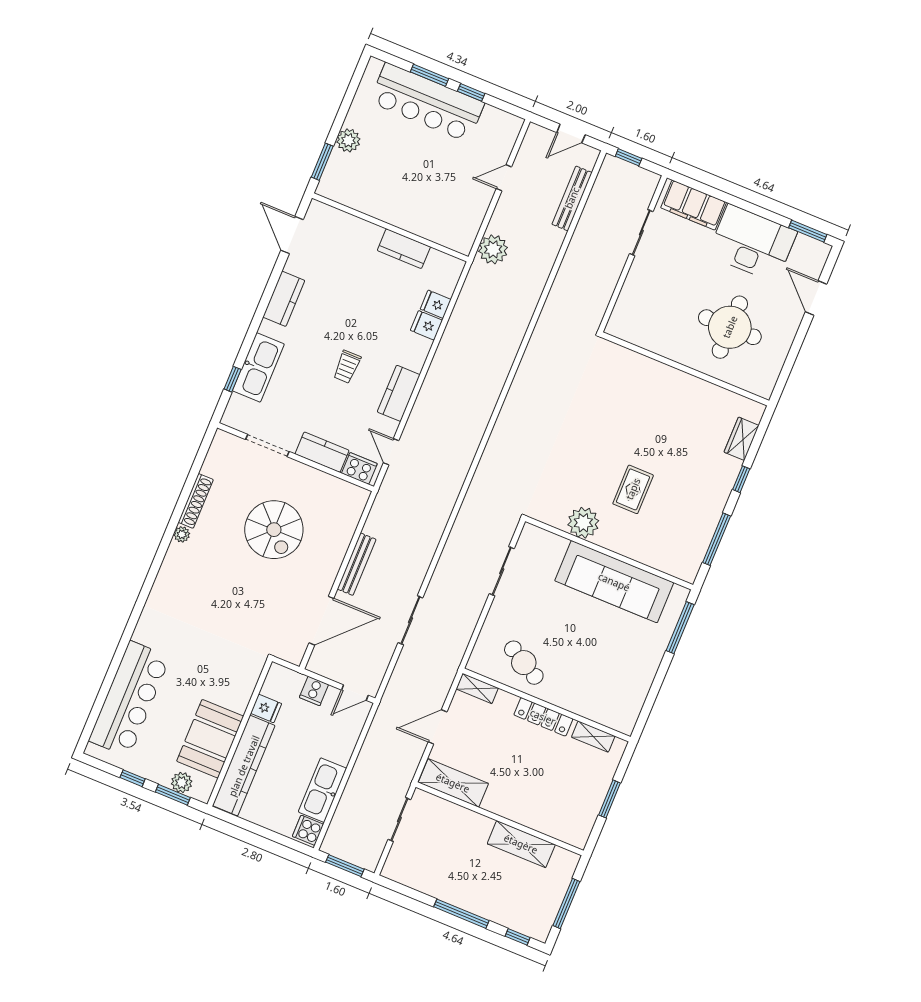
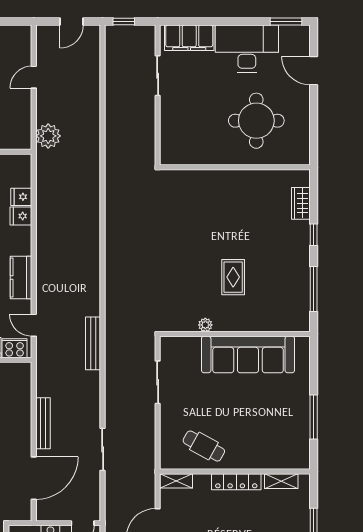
bench: (572, 198) -> (93, 343), moved
plant: (583, 523) -> (205, 325), width x0.53, depth x0.53
window: (680, 628) -> (314, 417), moved

